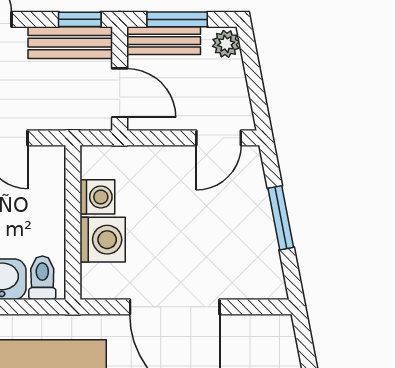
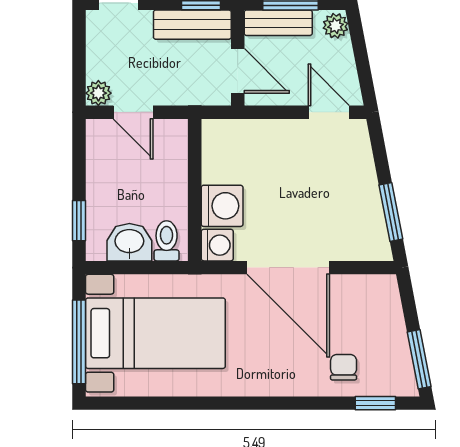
door: (219, 138) -> (329, 112), swing flipped
washing machine: (97, 197) -> (217, 245), moved
window: (281, 218) -> (391, 212), moved

